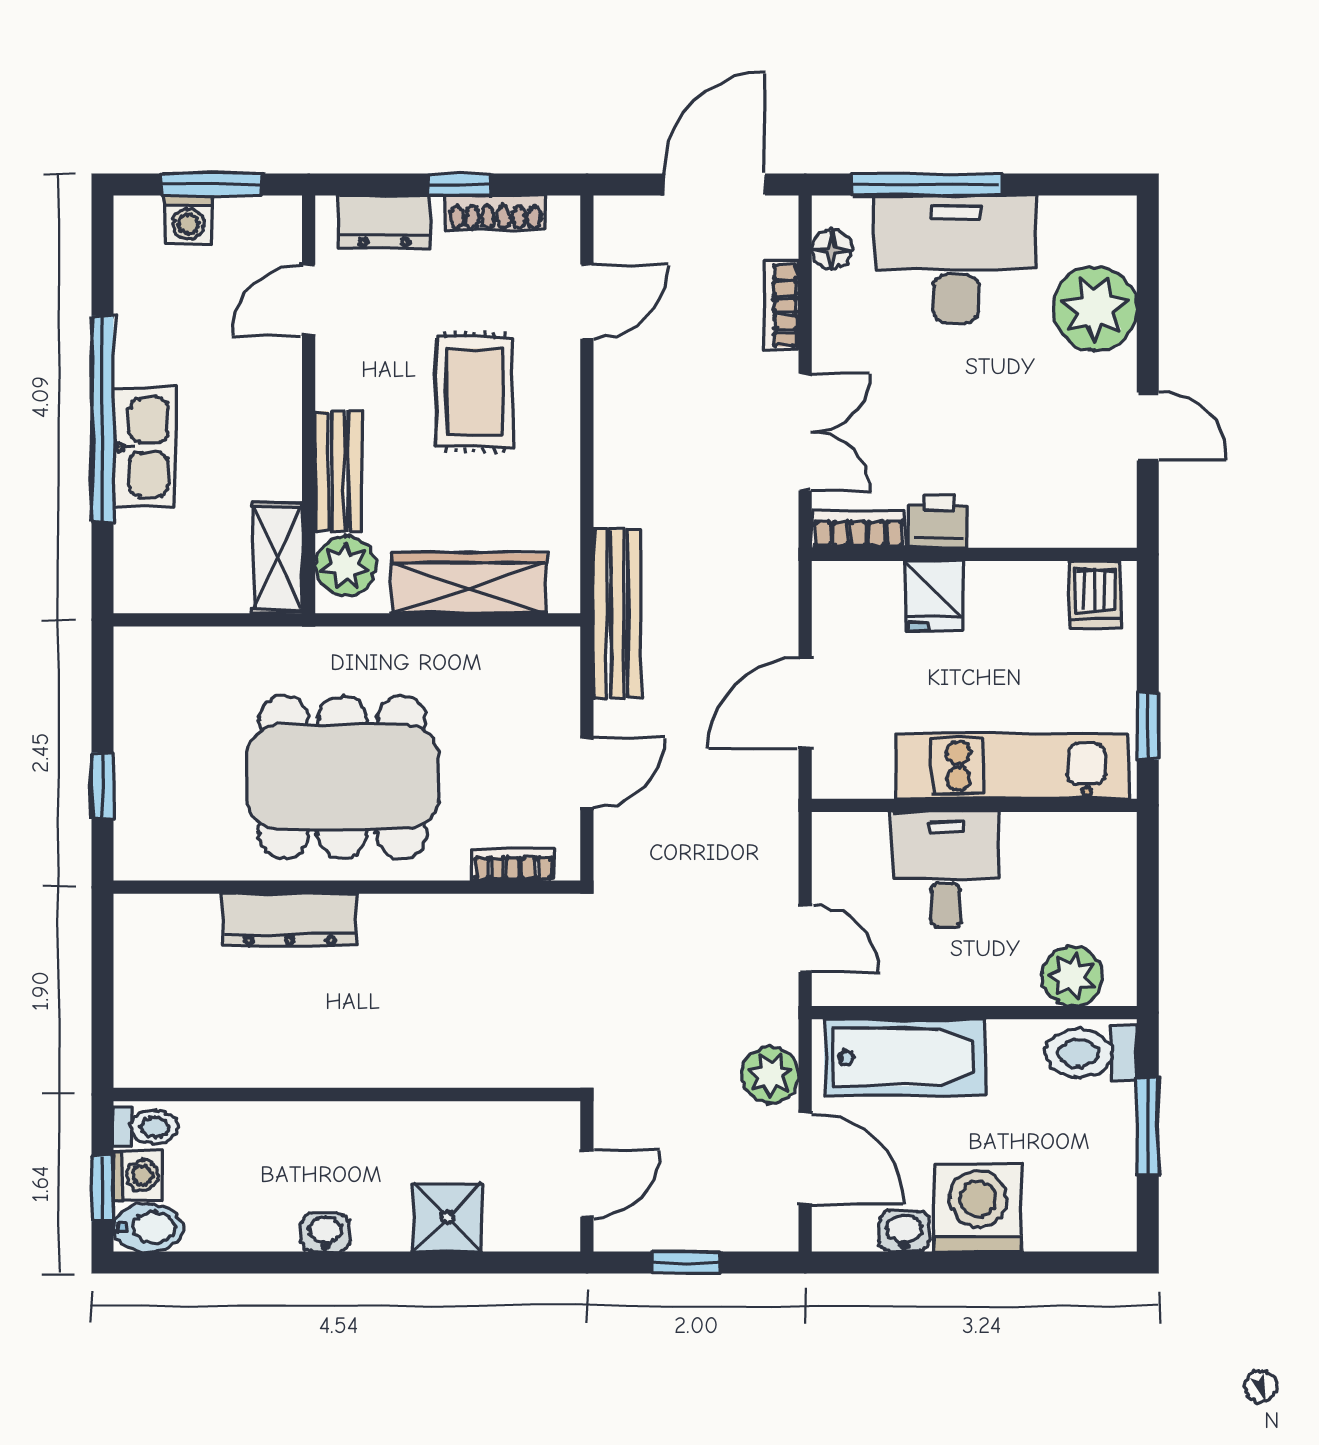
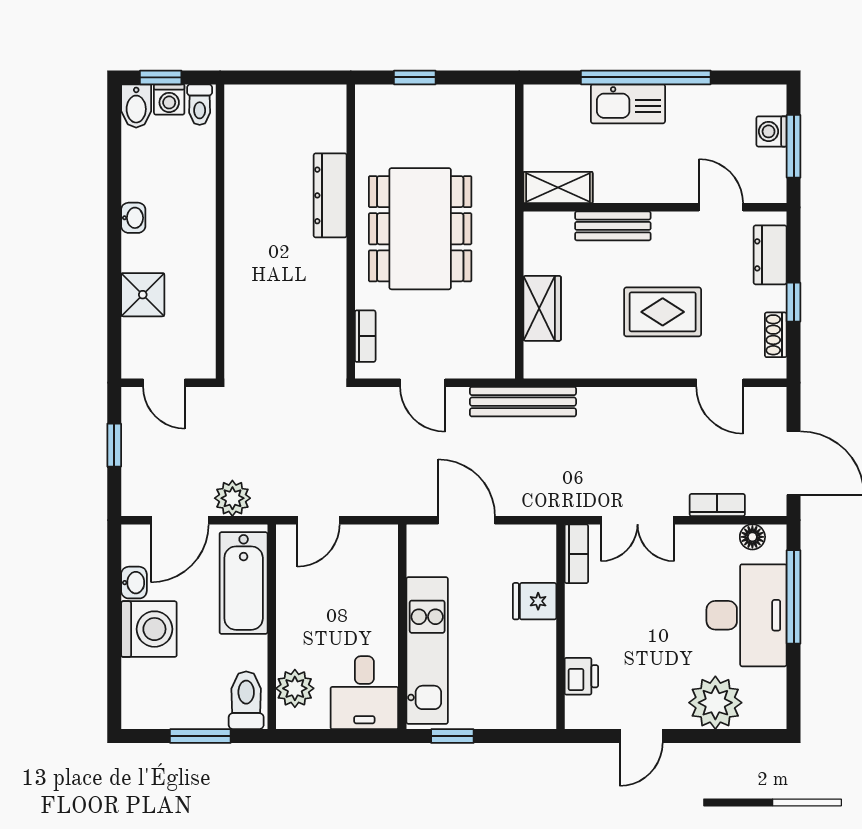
shoe rack: (496, 213) -> (776, 335), width x0.70
printer: (939, 521) -> (581, 676), moved
plant: (345, 566) -> (553, 231), removed
wardrobe: (469, 583) -> (542, 308), width x0.67
dishwasher: (1095, 594) -> (535, 703), removed
desk: (946, 870) -> (364, 693), moved, turned 90

